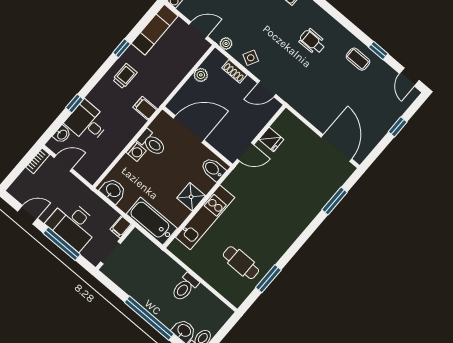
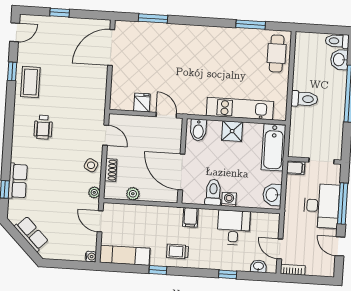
coffee table: (358, 59) -> (30, 82), width x1.36, depth x1.30
desk: (87, 122) -> (233, 228), moved, turned 180
cafe table: (241, 263) -> (277, 53), moved
toilet: (185, 287) -> (304, 99), moved

